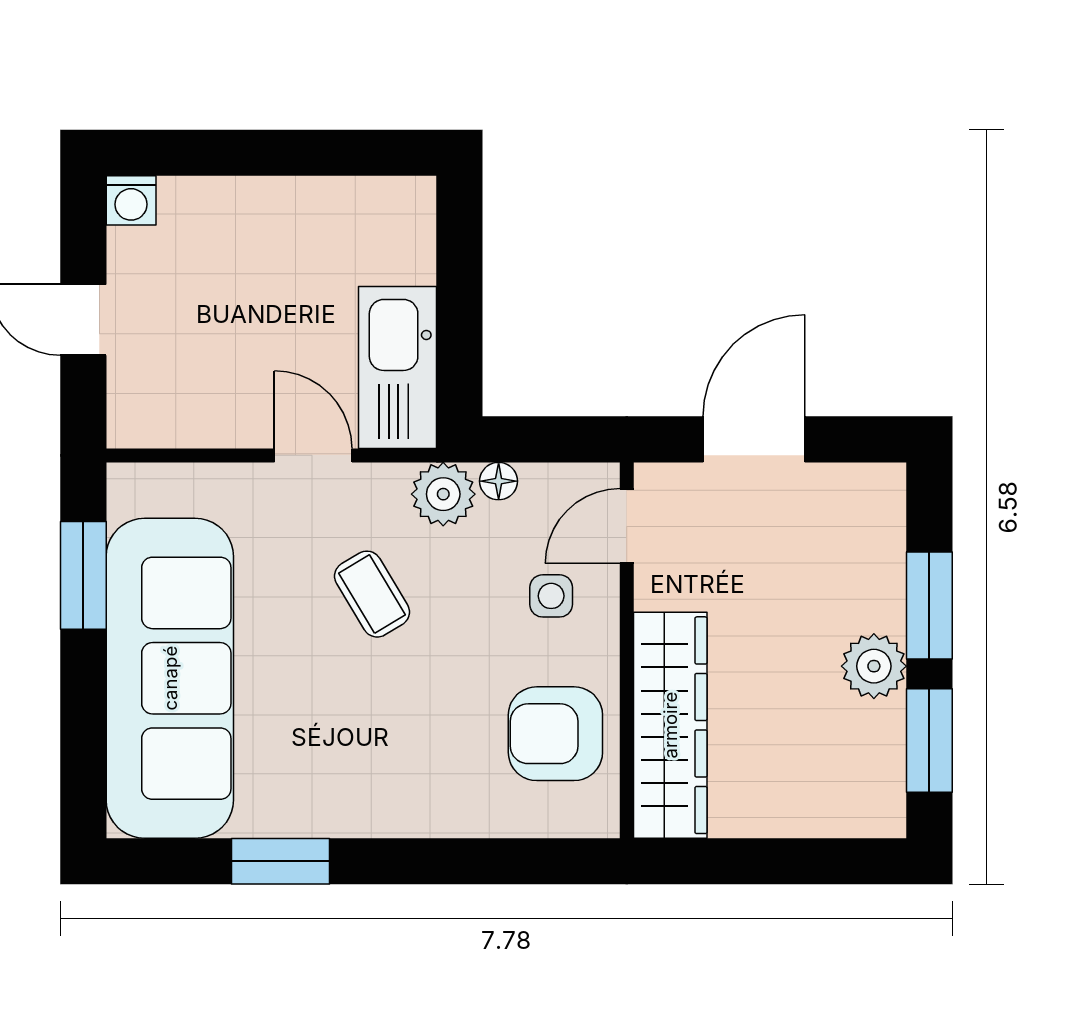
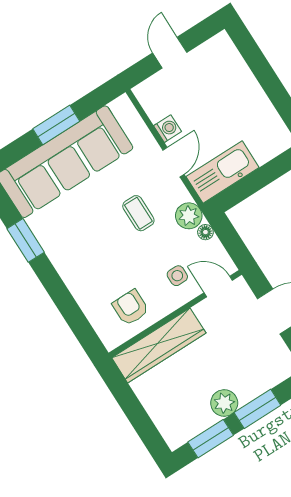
washing machine: (131, 200) -> (167, 129), moved, turned 180
window: (83, 575) -> (56, 125), moved
coffee table: (372, 594) -> (138, 213), turned -59
armchair: (555, 734) -> (131, 308), width x0.72, depth x0.72

